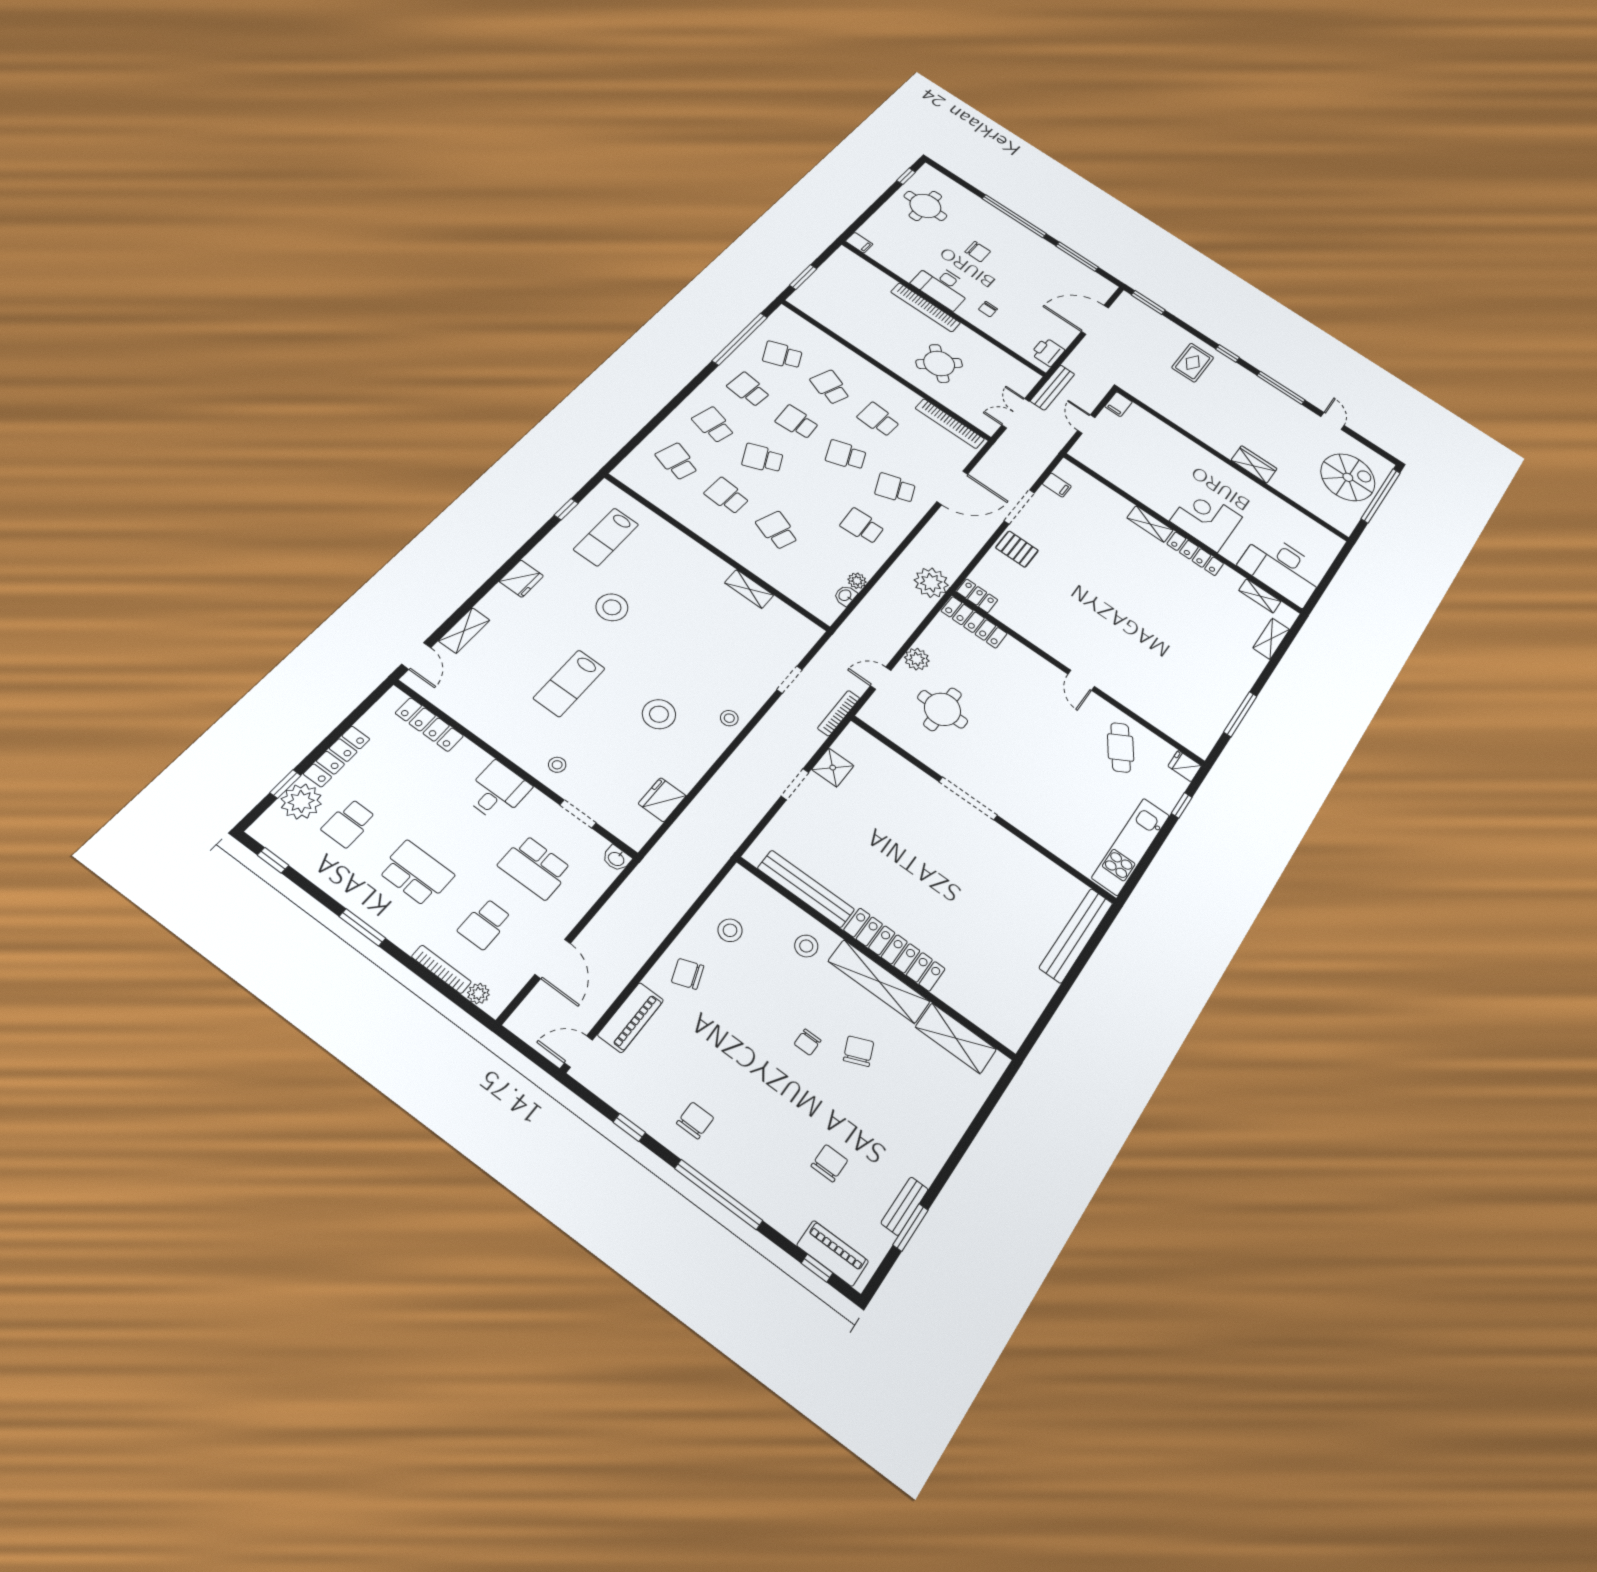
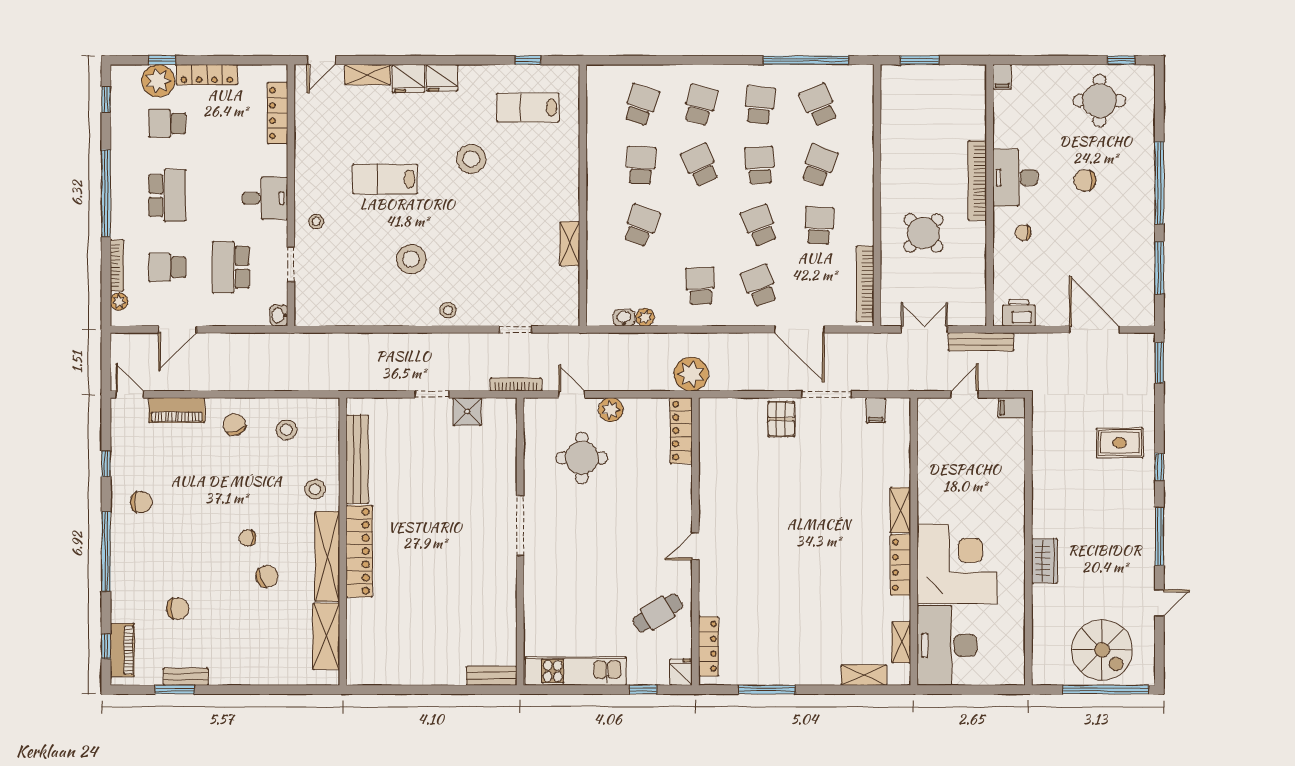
chair: (978, 252) -> (1085, 180), turned 90
corner desk: (1206, 519) -> (957, 564), width x1.36, depth x1.36
locker: (977, 596) -> (708, 646), moved, width x1.53
fridge: (662, 800) -> (408, 79), moved, turned 180
window: (362, 927) -> (106, 193), width x2.11
bench: (1076, 935) -> (492, 676), width x0.54, depth x0.82

